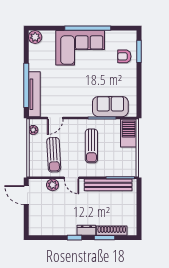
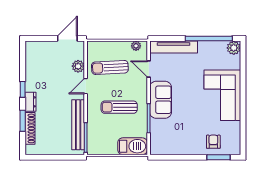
window: (88, 28) -> (243, 103), removed
window: (26, 85) -> (209, 39), moved
sofa: (110, 107) -> (161, 100), moved

